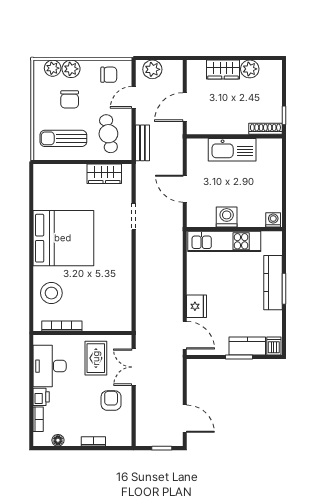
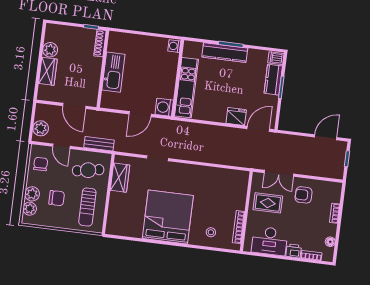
washing machine: (227, 217) -> (164, 107), moved
stool: (51, 293) -> (211, 232), width x0.53, depth x0.53

